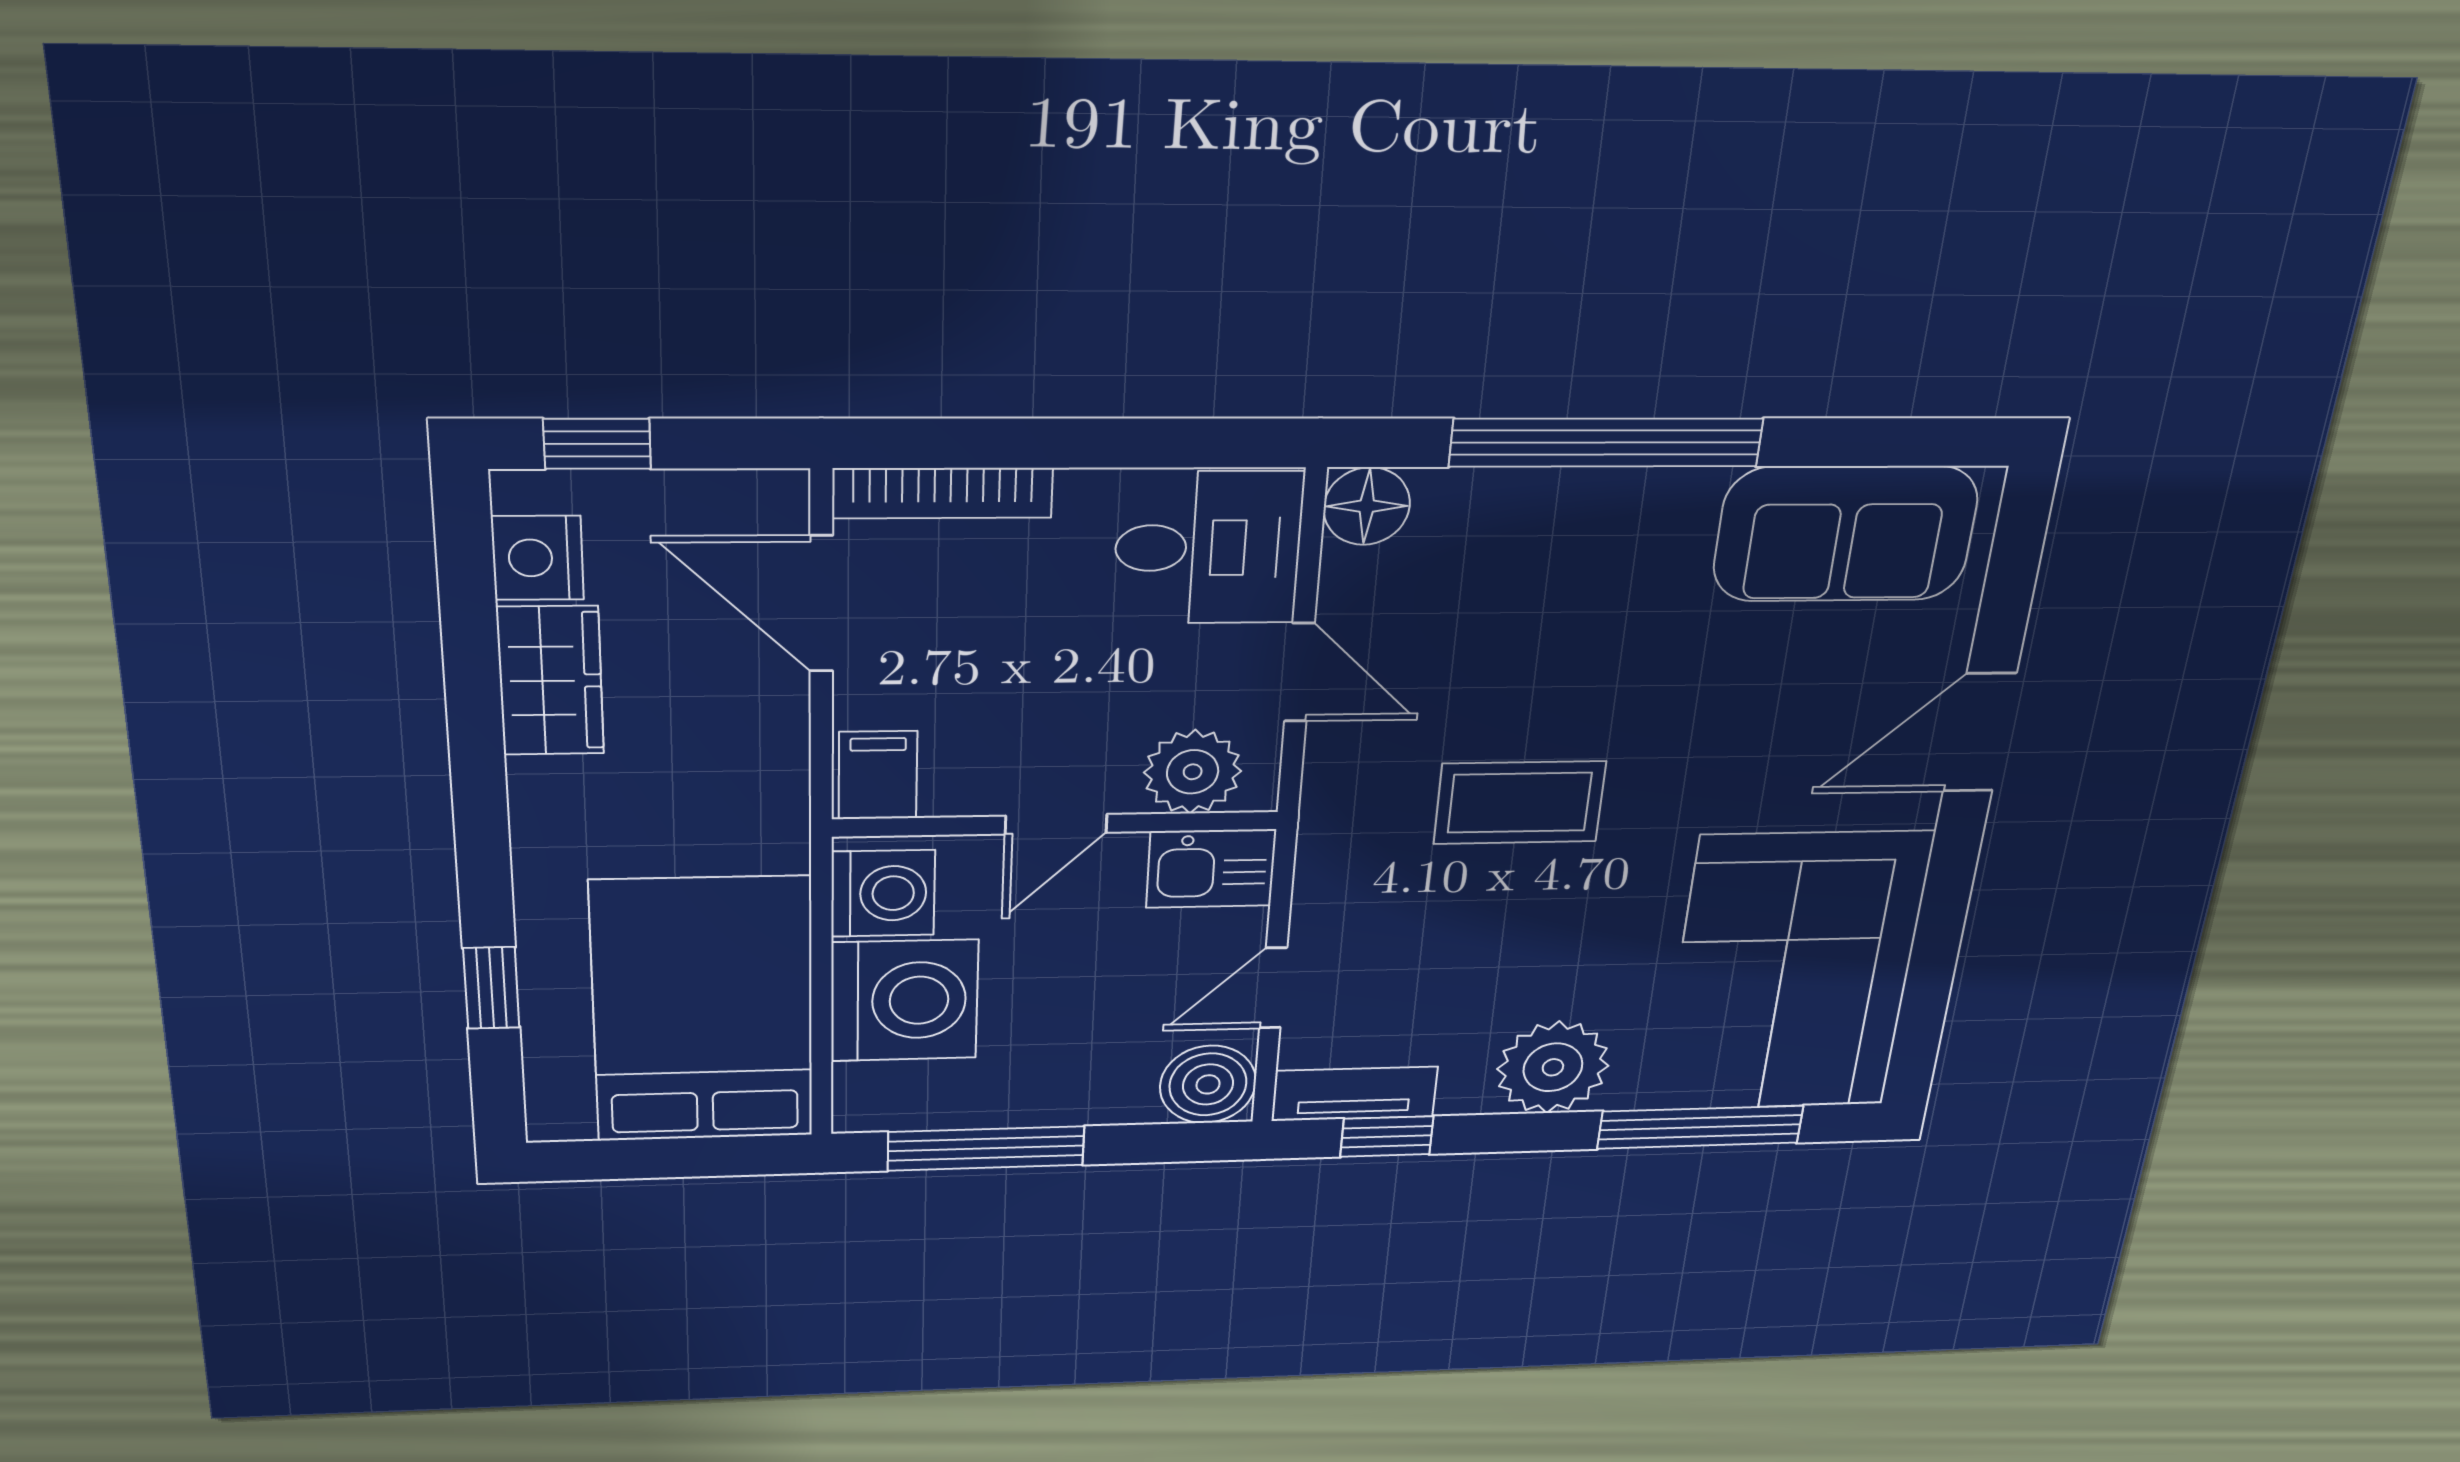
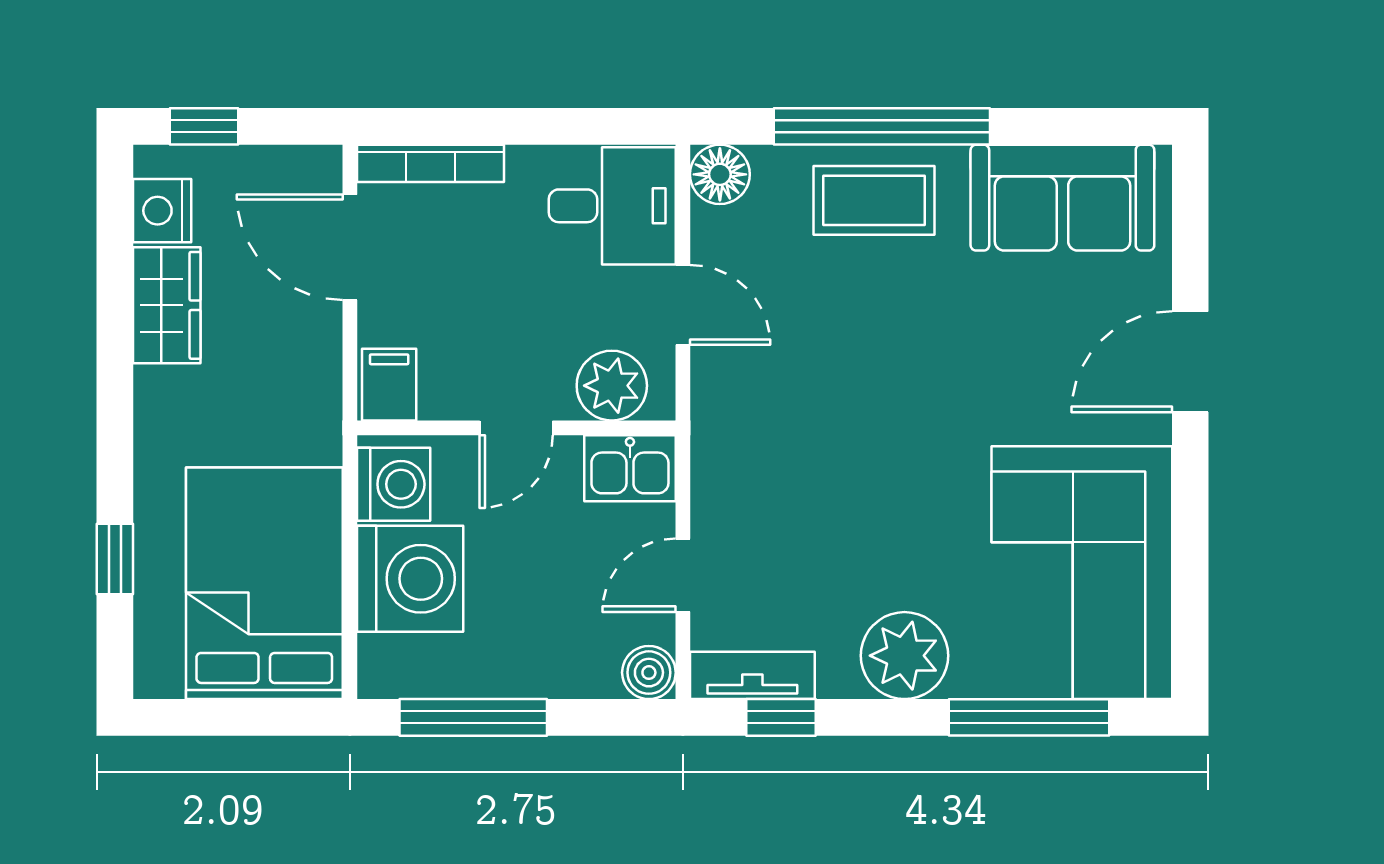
coffee table: (1520, 803) -> (874, 200), moved
boiler: (1208, 1084) -> (649, 673), width x0.73, depth x0.73

